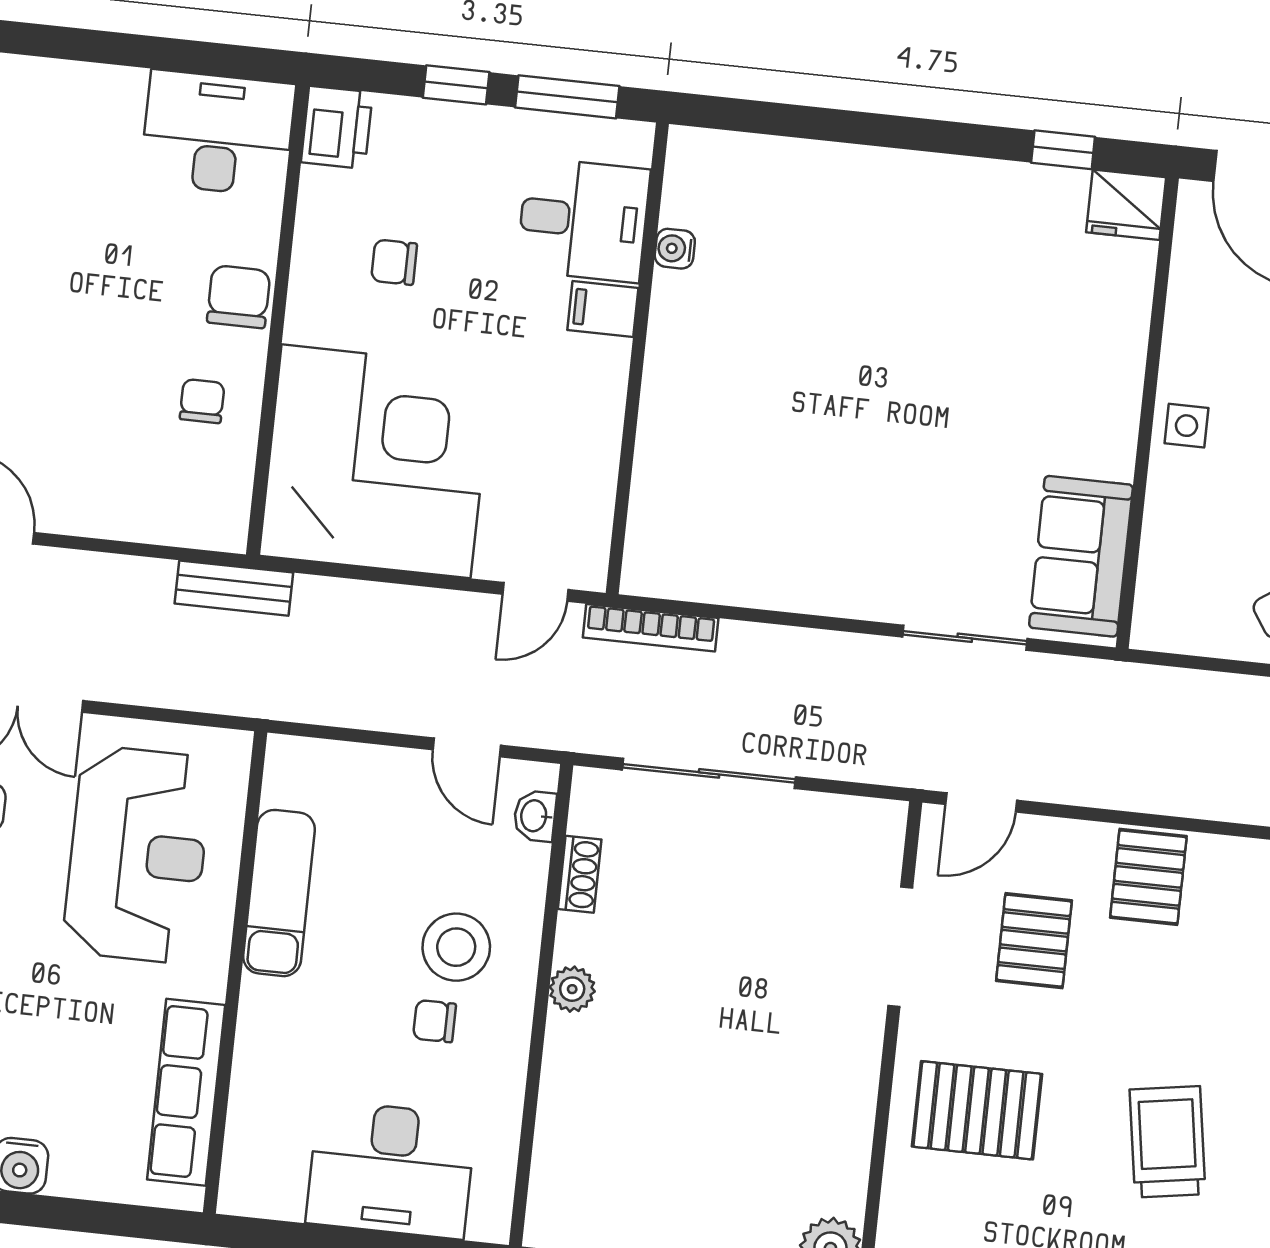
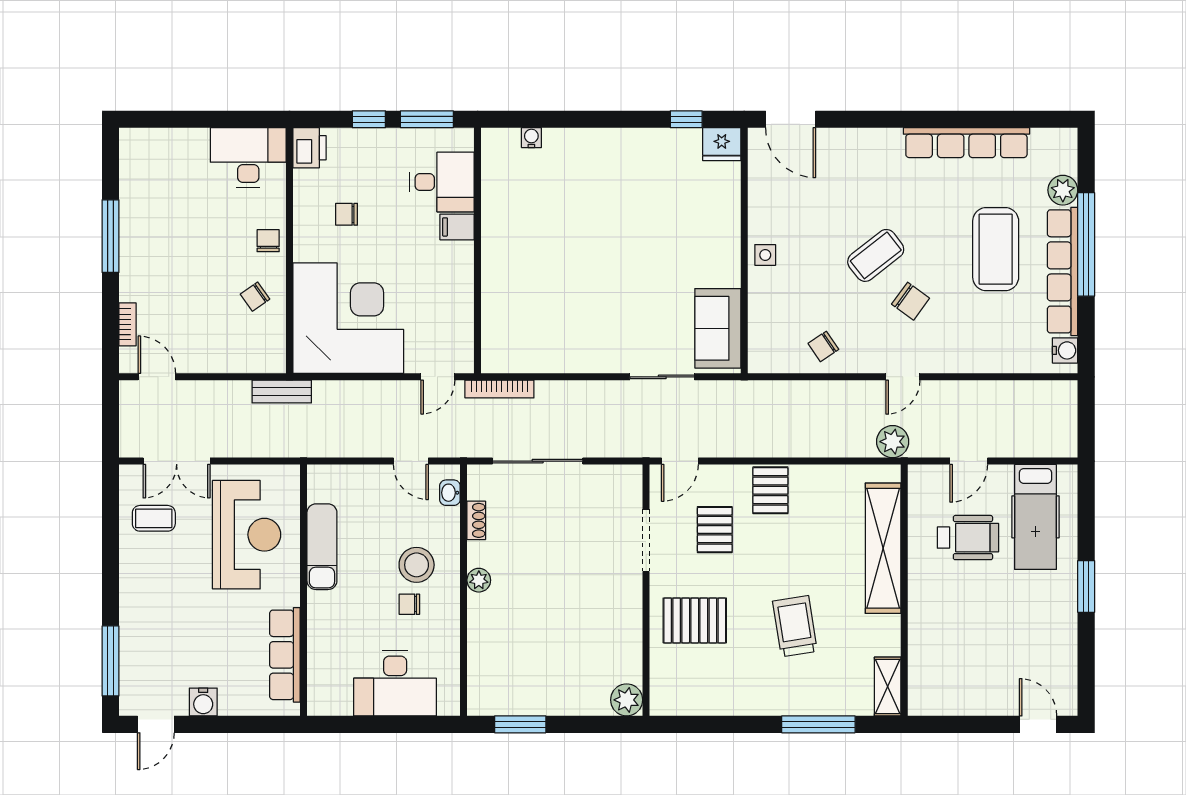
water cooler: (675, 249) -> (531, 138), moved, turned 90
chair: (239, 297) -> (268, 241), width x0.73, depth x0.73
chair: (202, 401) -> (255, 297), turned -125

